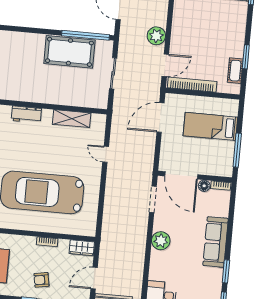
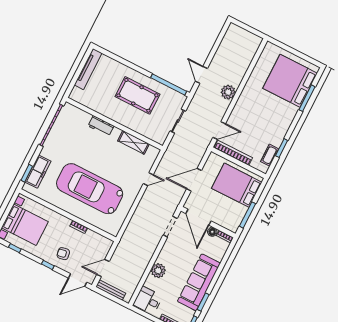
plant: (156, 36) -> (228, 92), moved
pool table: (69, 52) -> (137, 95), moved
door: (160, 117) -> (194, 180), moved
bed: (210, 126) -> (237, 185), width x1.50
door: (106, 154) -> (148, 179), swing flipped
plant: (161, 241) -> (158, 271), moved
sofa: (216, 242) -> (199, 282), width x1.36, depth x1.27
wardrobe: (82, 248) -> (103, 242), removed

